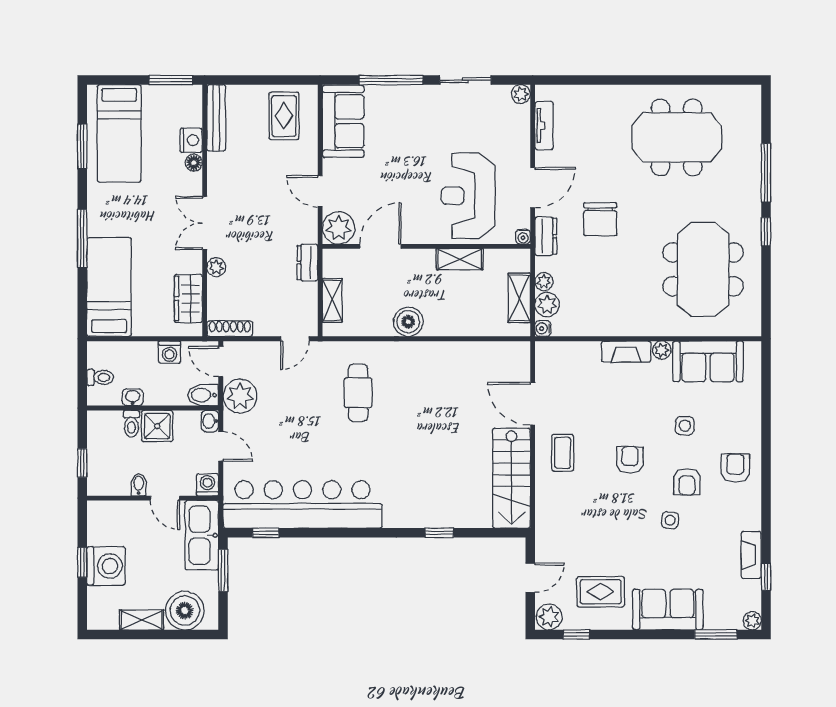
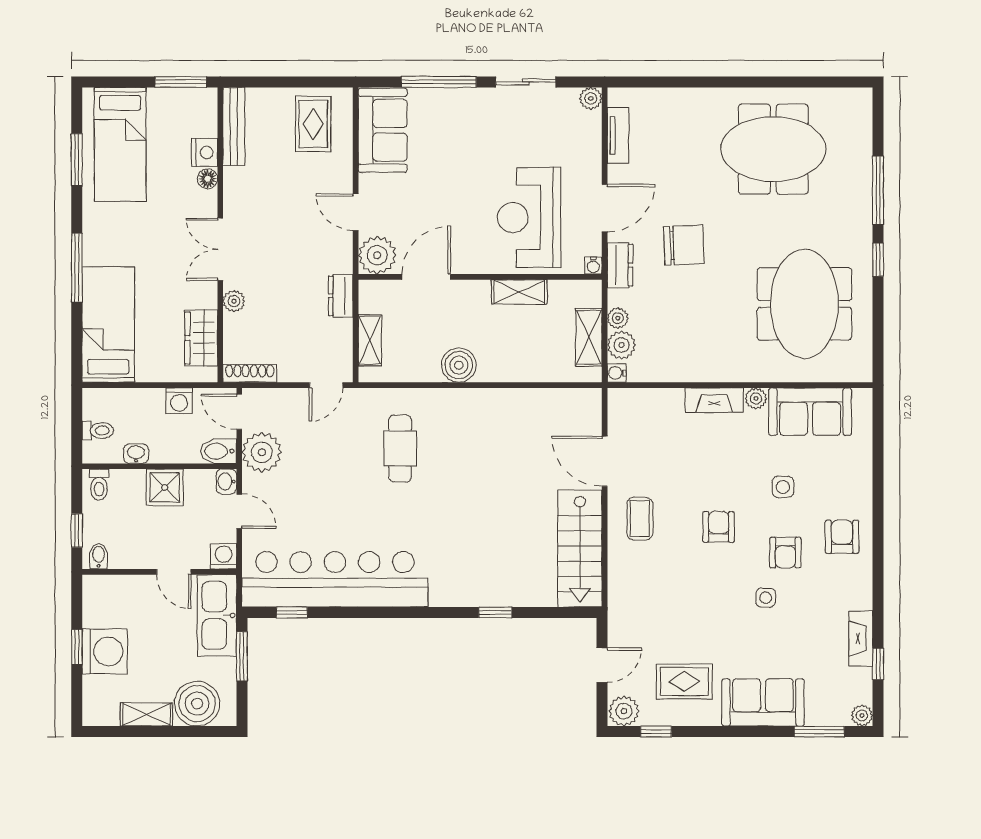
chair: (600, 219) -> (684, 245), turned -92
toilet: (131, 424) -> (99, 485), moved
bidet: (139, 485) -> (99, 556), moved

